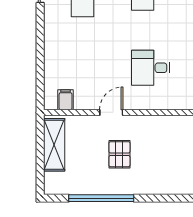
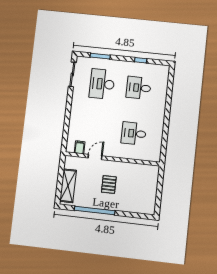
door: (111, 112) -> (95, 157), moved
shelving: (54, 145) -> (68, 186), moved

